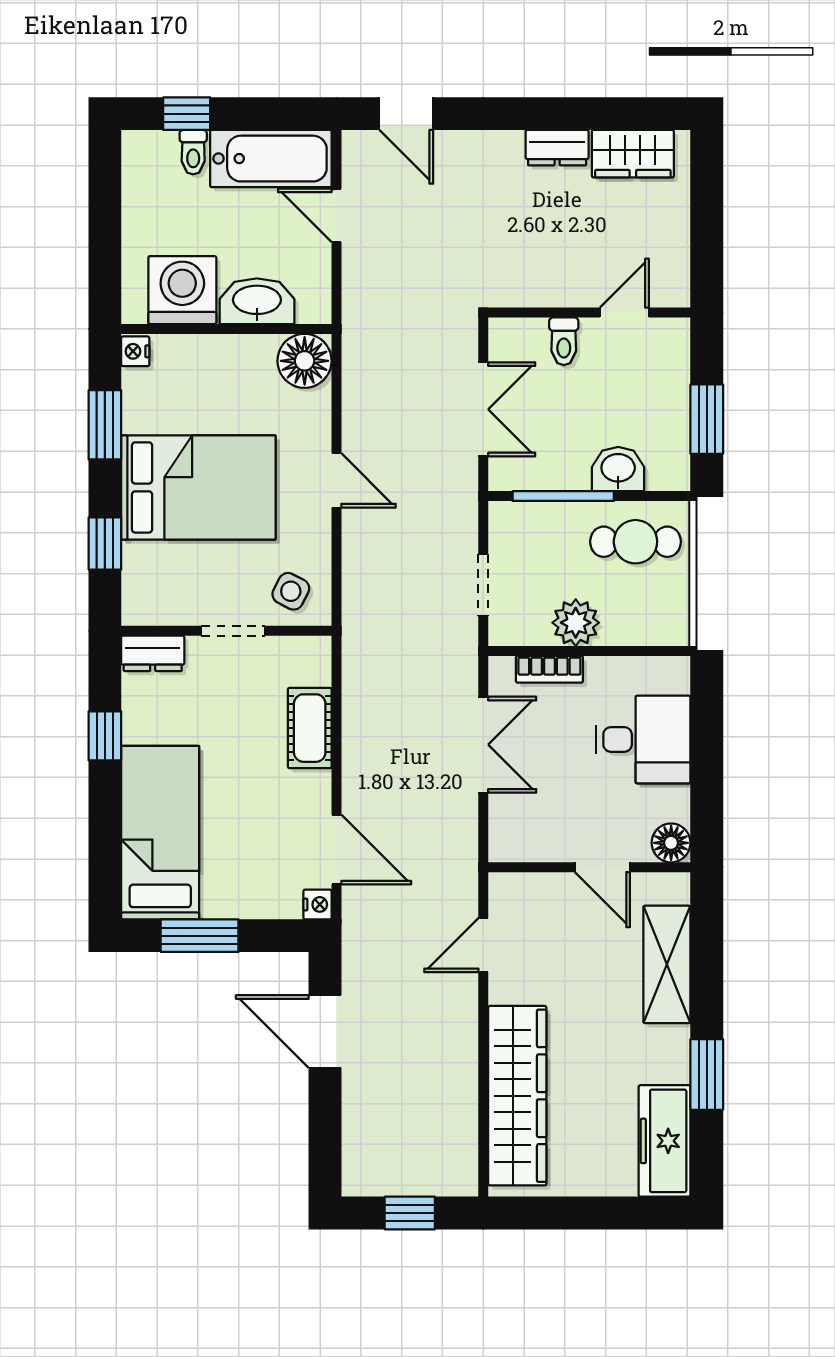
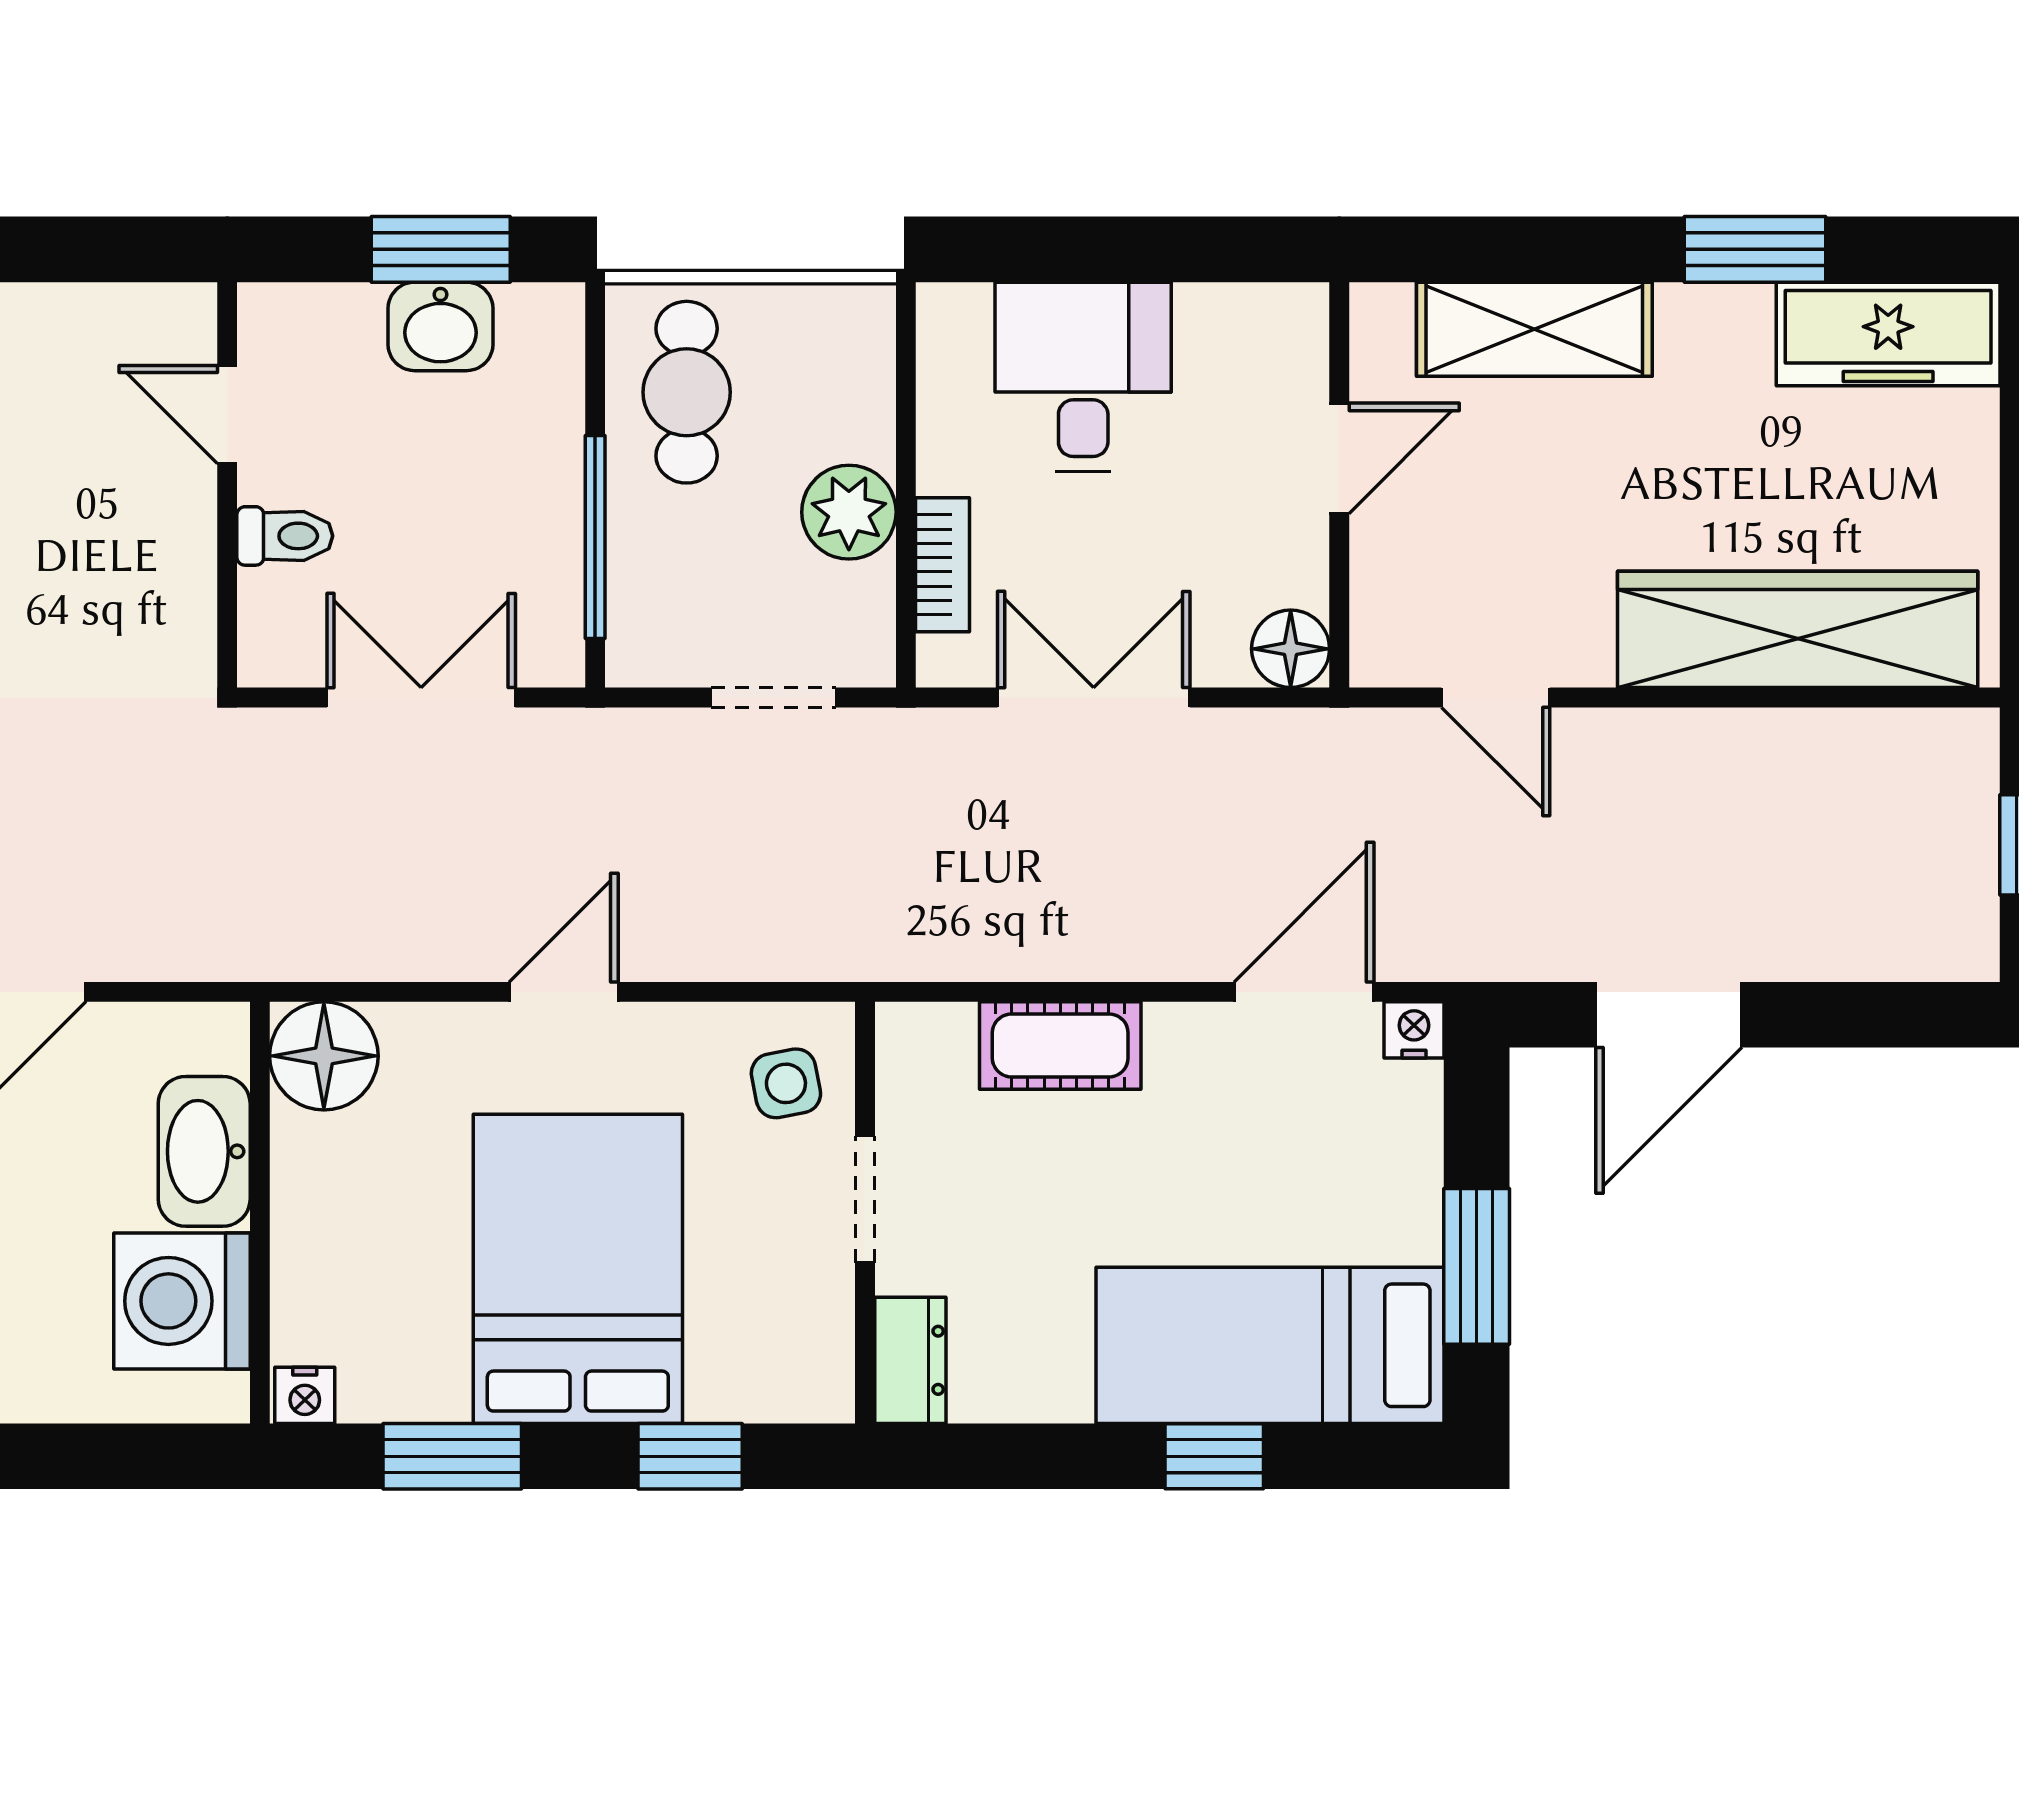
washbasin: (618, 469) -> (441, 326), moved, turned -90
side table: (291, 591) -> (786, 1083), turned -38
window: (105, 736) -> (1214, 1456), moved
floor lamp: (671, 843) -> (1291, 649), moved

